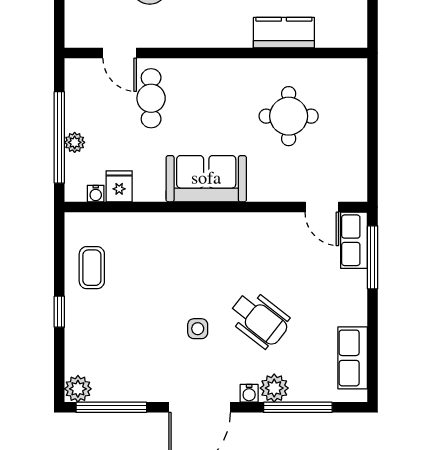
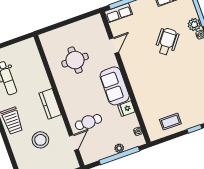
kitchen counter: (284, 33) -> (50, 104), moved
fridge: (119, 186) -> (126, 109), moved
door: (322, 207) -> (114, 46), moved
side table: (198, 329) -> (180, 67), removed

